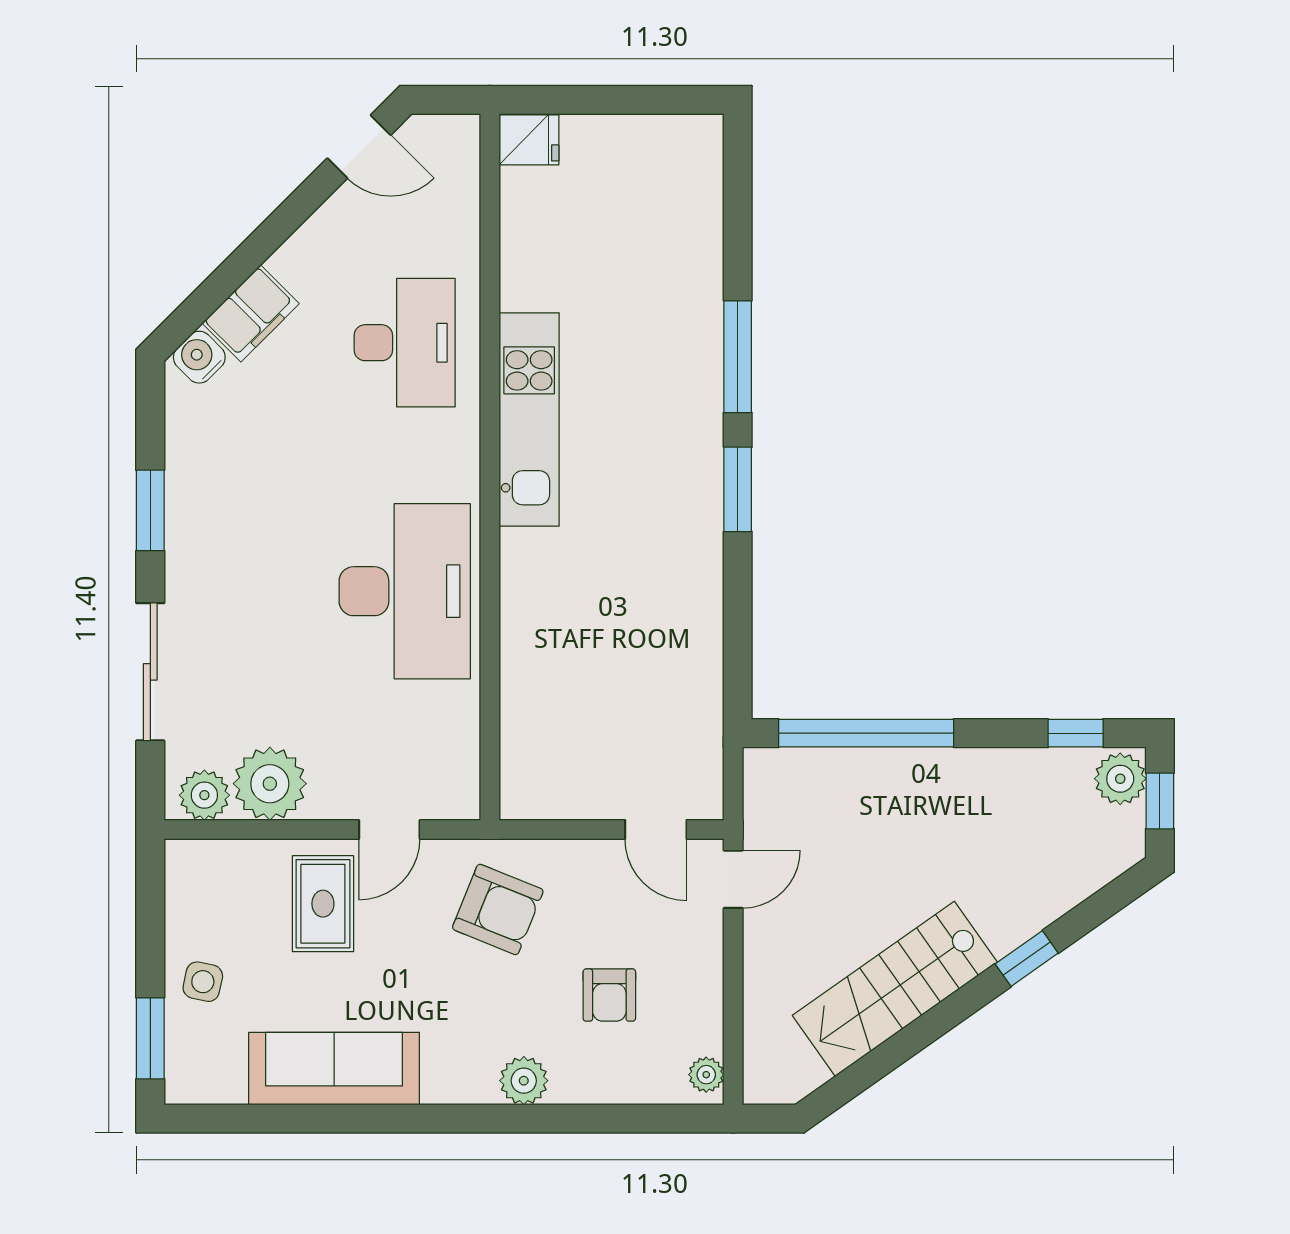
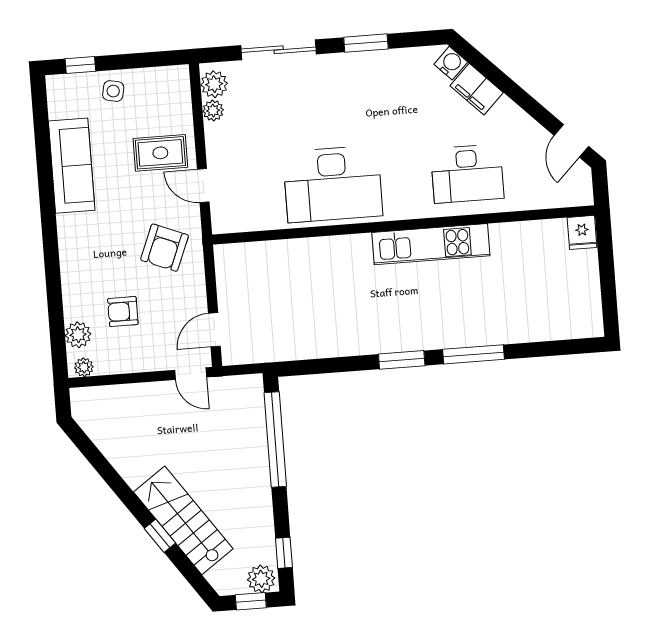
plant: (270, 784) -> (213, 111), width x0.53, depth x0.53
stairs: (895, 989) -> (183, 520), moved
window: (150, 1038) -> (80, 65), width x0.67
plant: (524, 1081) -> (78, 335), moved

